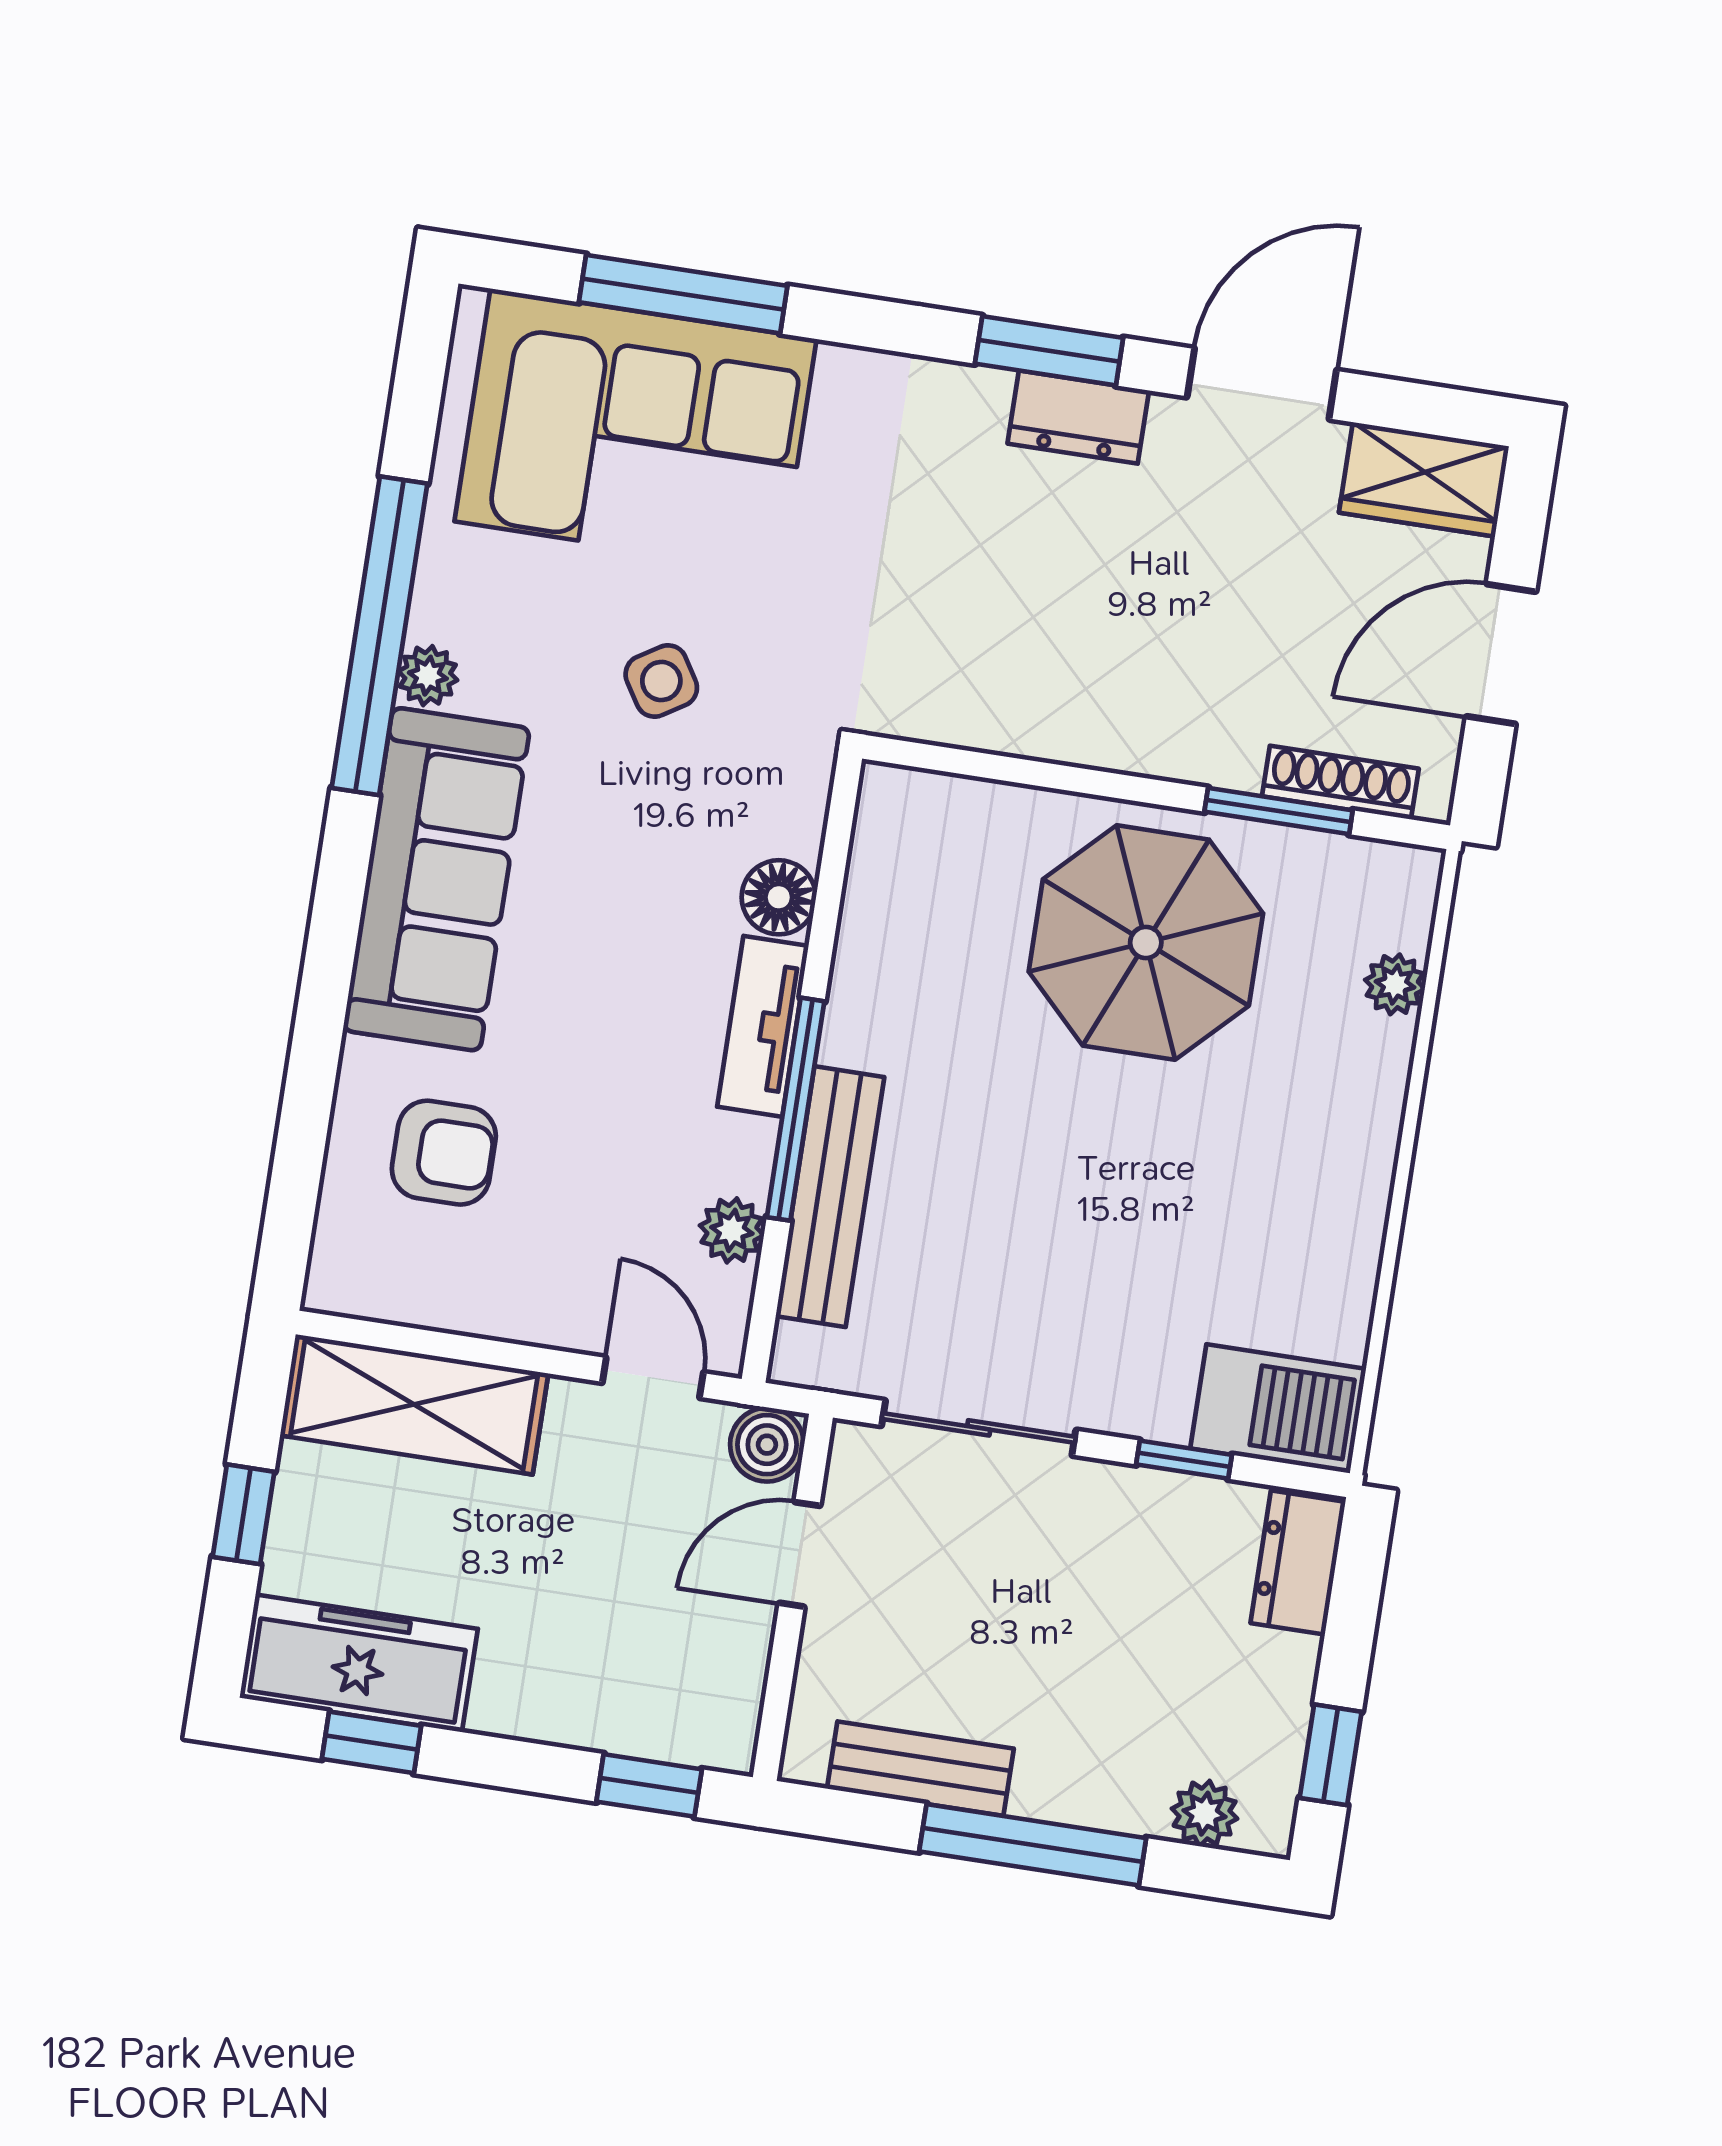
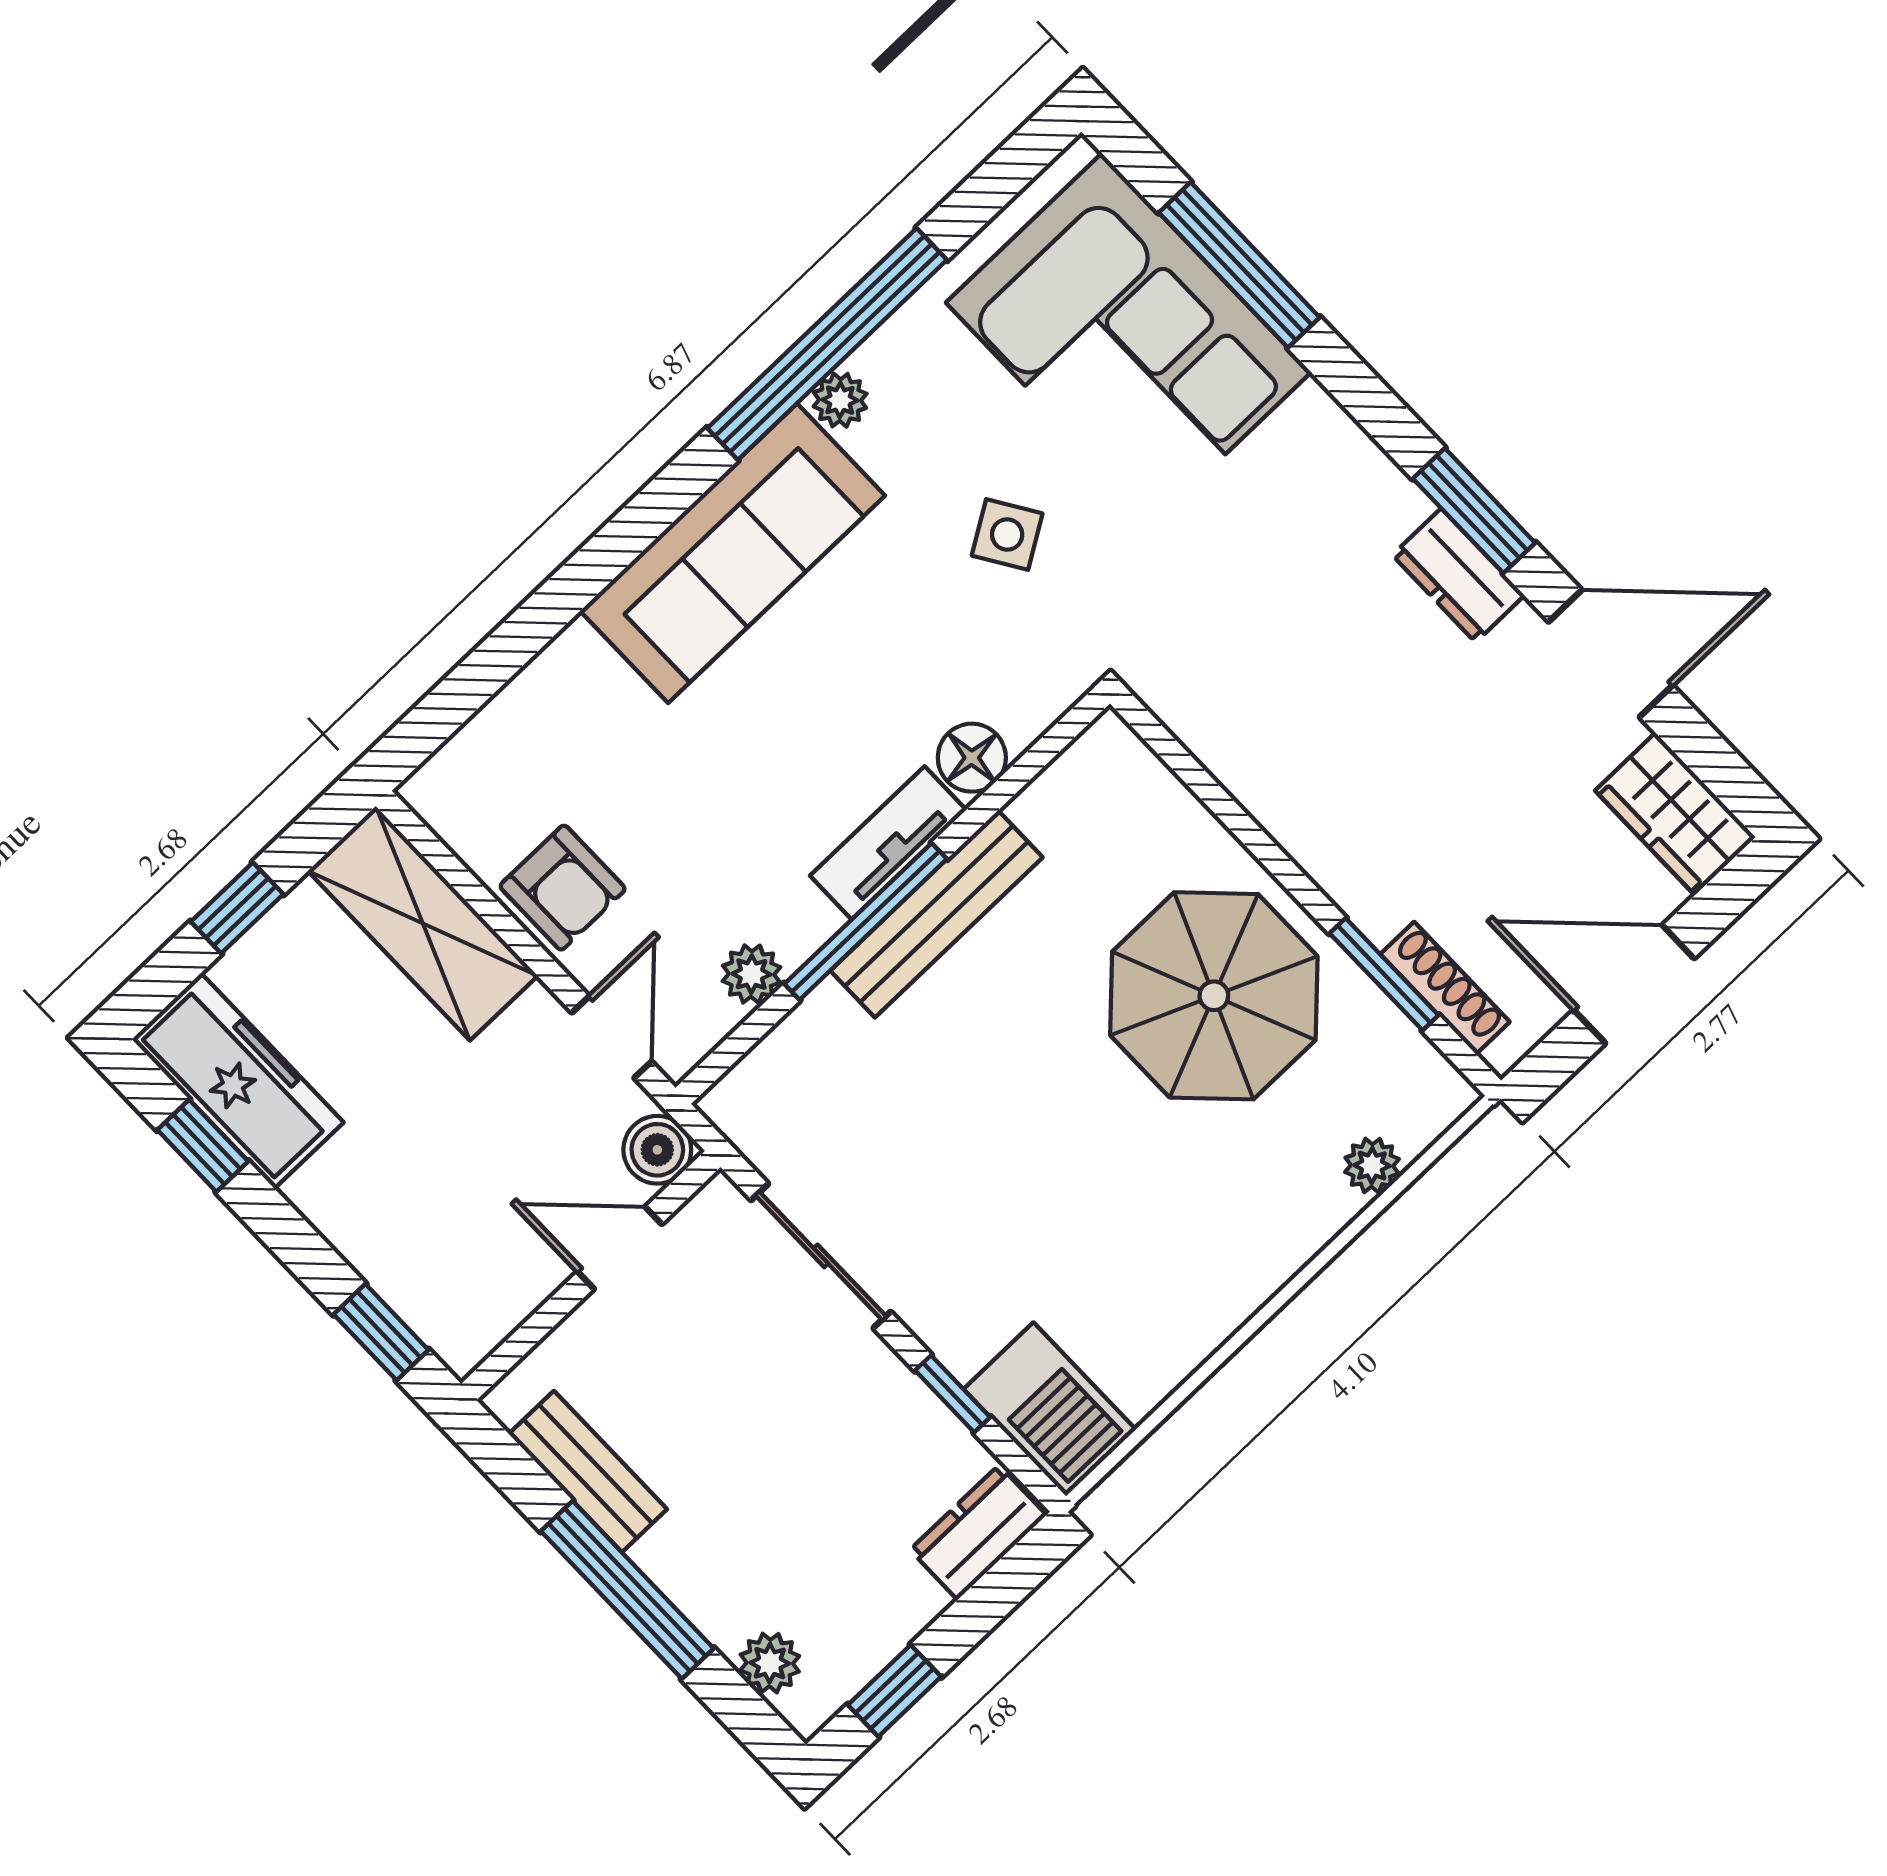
armchair: (444, 1153) -> (563, 888), moved
bench: (830, 1197) -> (936, 914), moved

